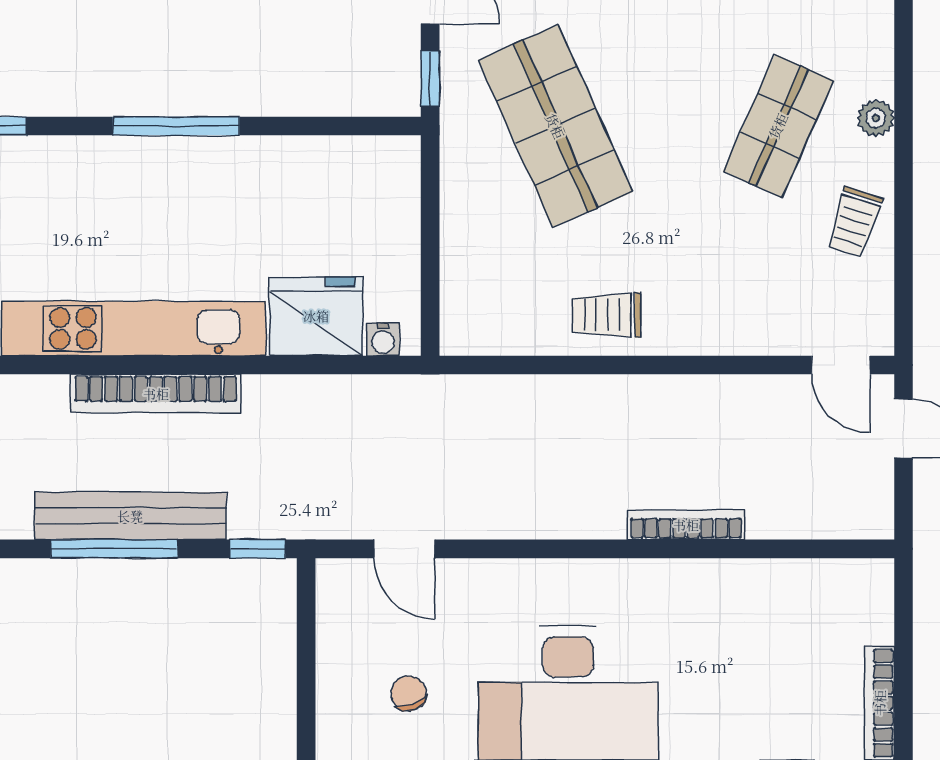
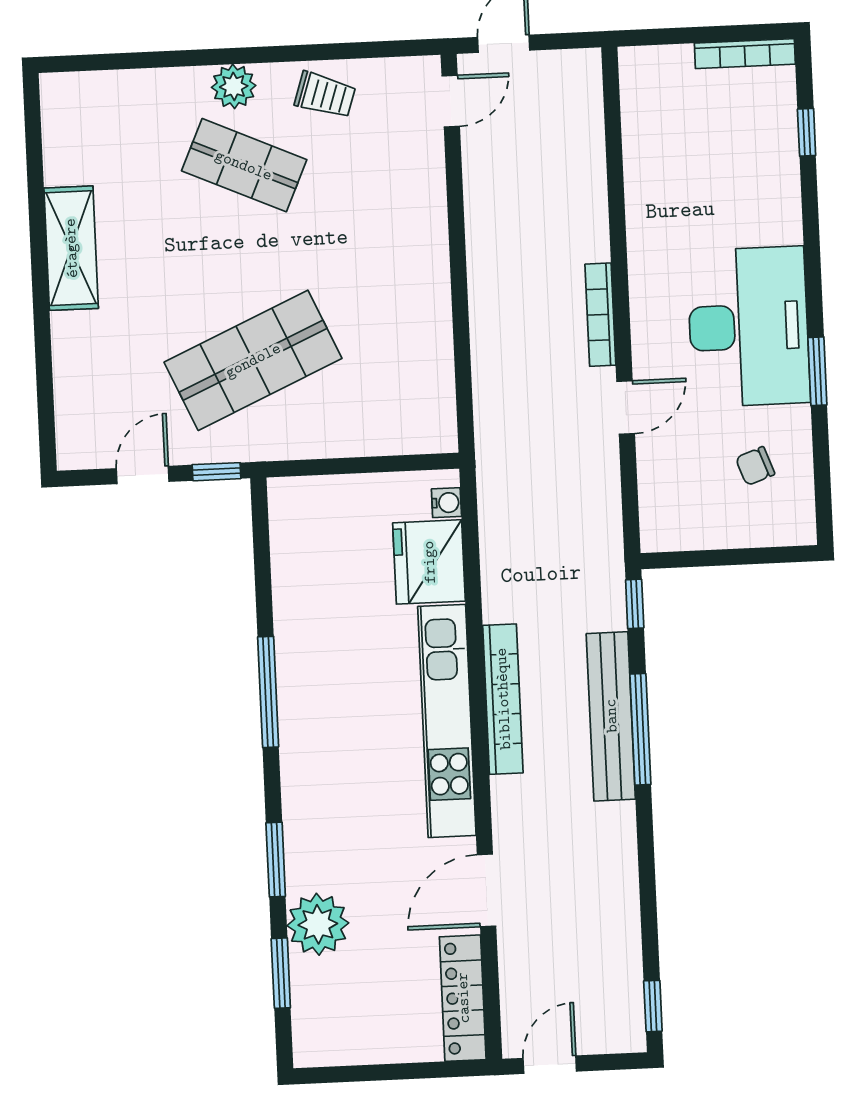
plant: (876, 118) -> (234, 86), width x1.38, depth x1.38
trolley: (606, 315) -> (416, 308), removed
bookcase: (686, 525) -> (600, 315), moved
door: (404, 549) -> (626, 407), moved

